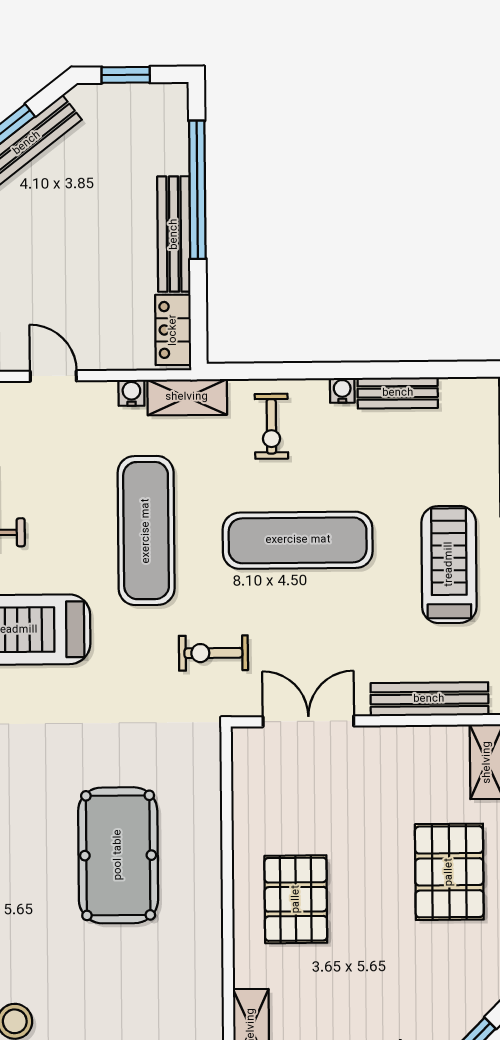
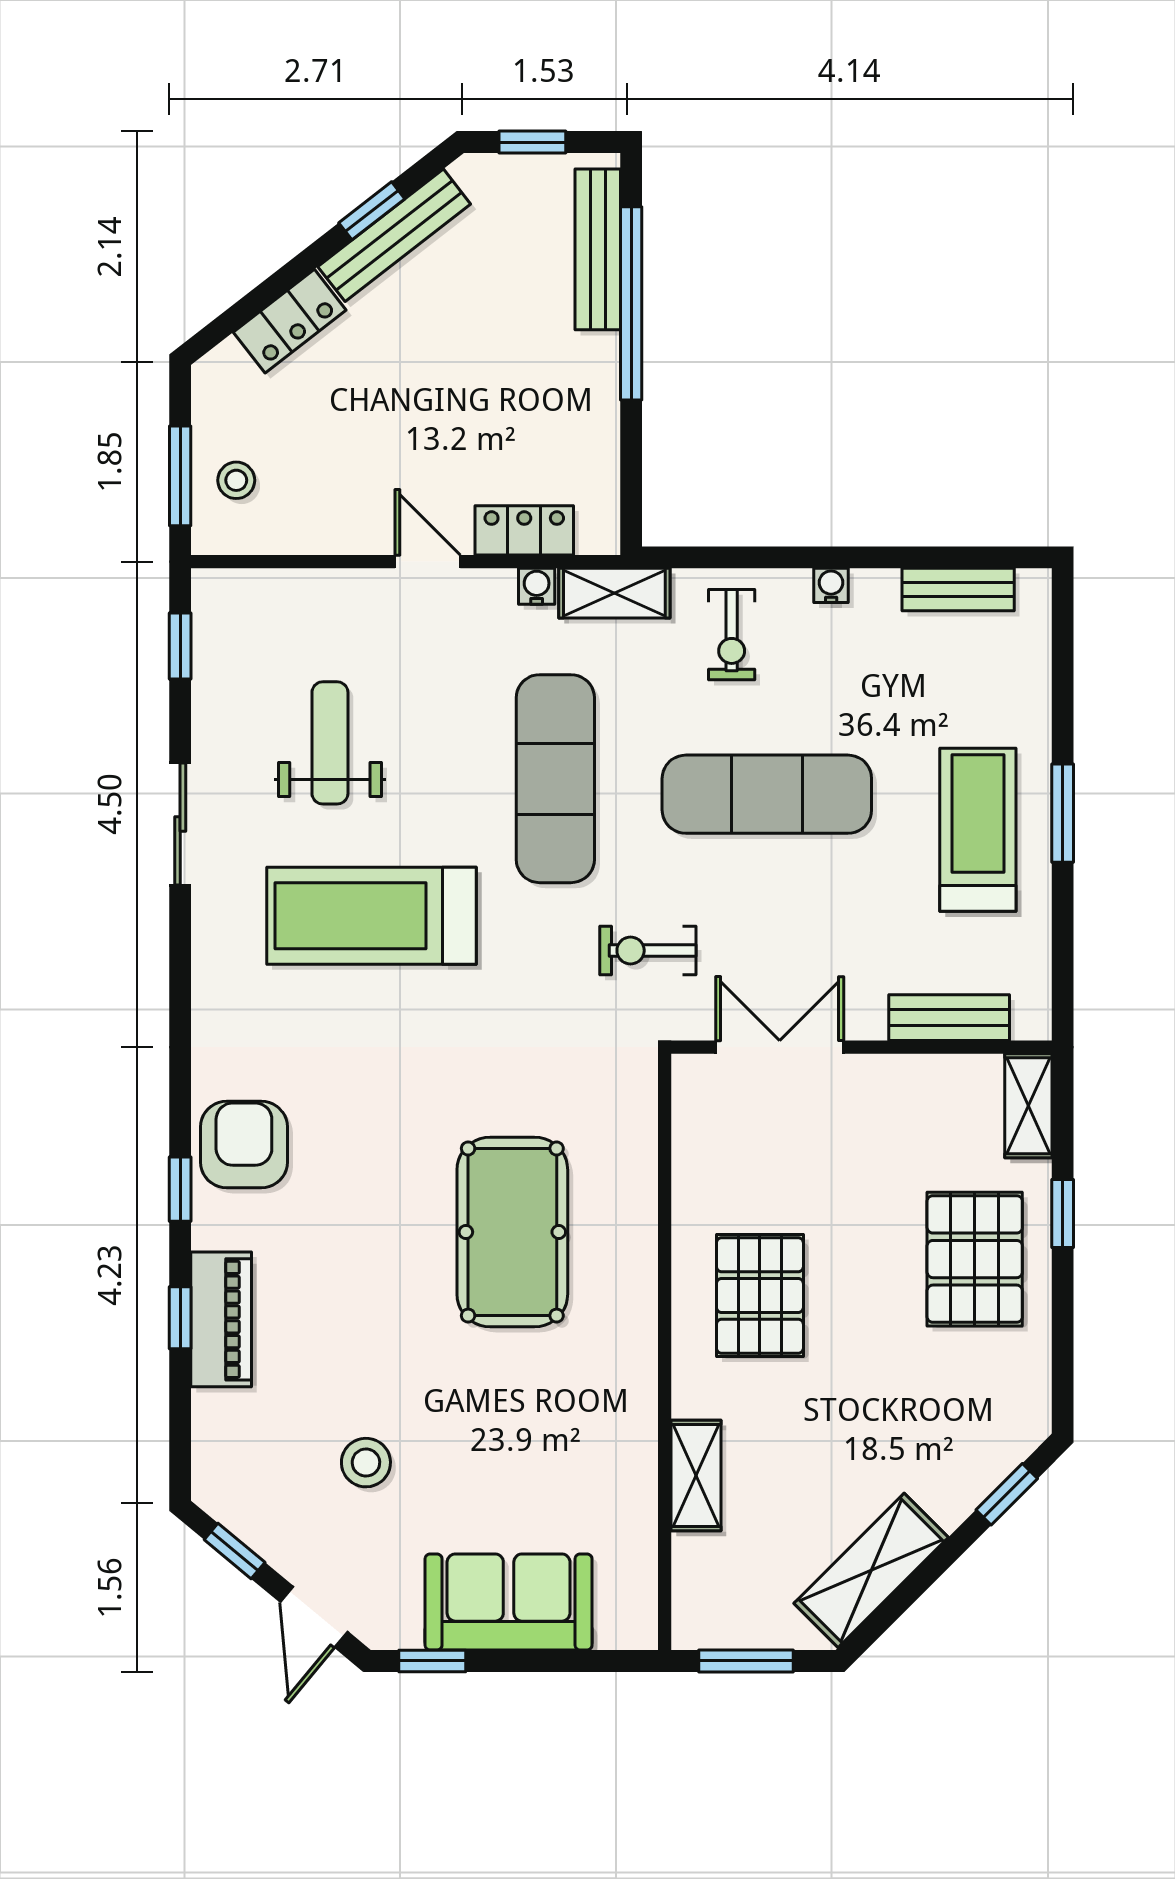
bench: (174, 234) -> (598, 249), moved
locker: (173, 330) -> (524, 530), moved, turned 90
bench: (398, 393) -> (958, 589), moved
bench: (429, 699) -> (949, 1018), width x0.73

